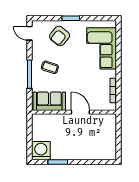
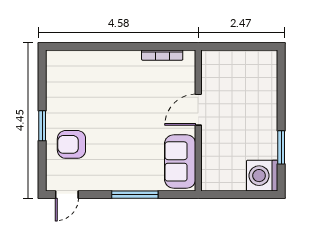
armchair: (60, 36) -> (71, 144), turned 141
corner sofa: (102, 48) -> (92, 74), removed
coffee table: (50, 67) -> (124, 161), removed

